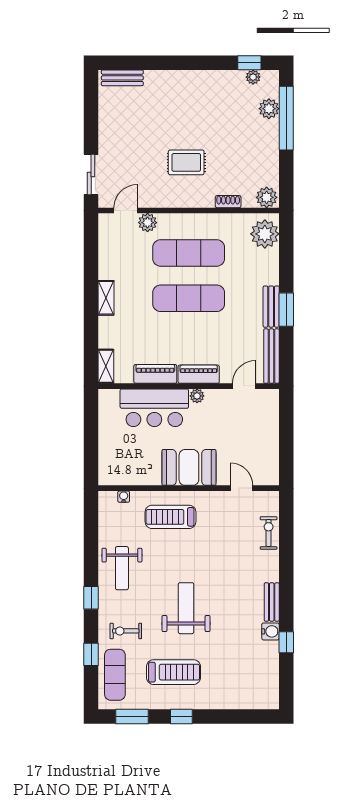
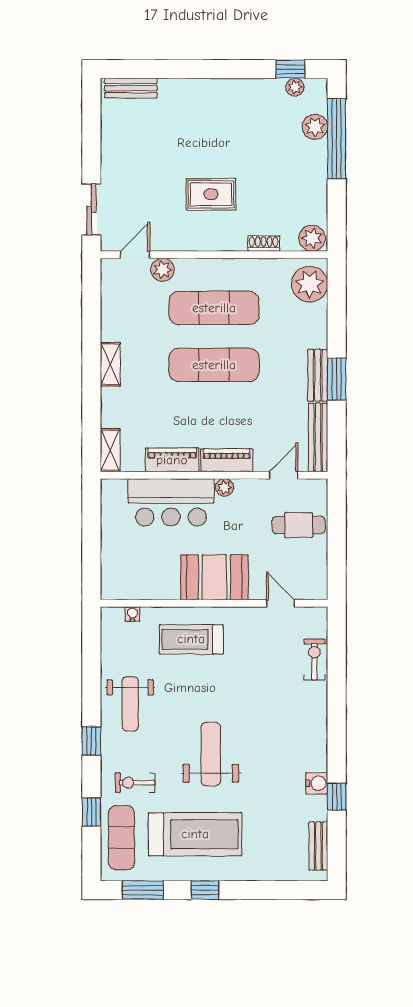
cafe table: (256, 426) -> (299, 525), added
bench: (272, 602) -> (318, 846), moved
treadmill: (174, 672) -> (195, 834), width x1.37, depth x1.38

